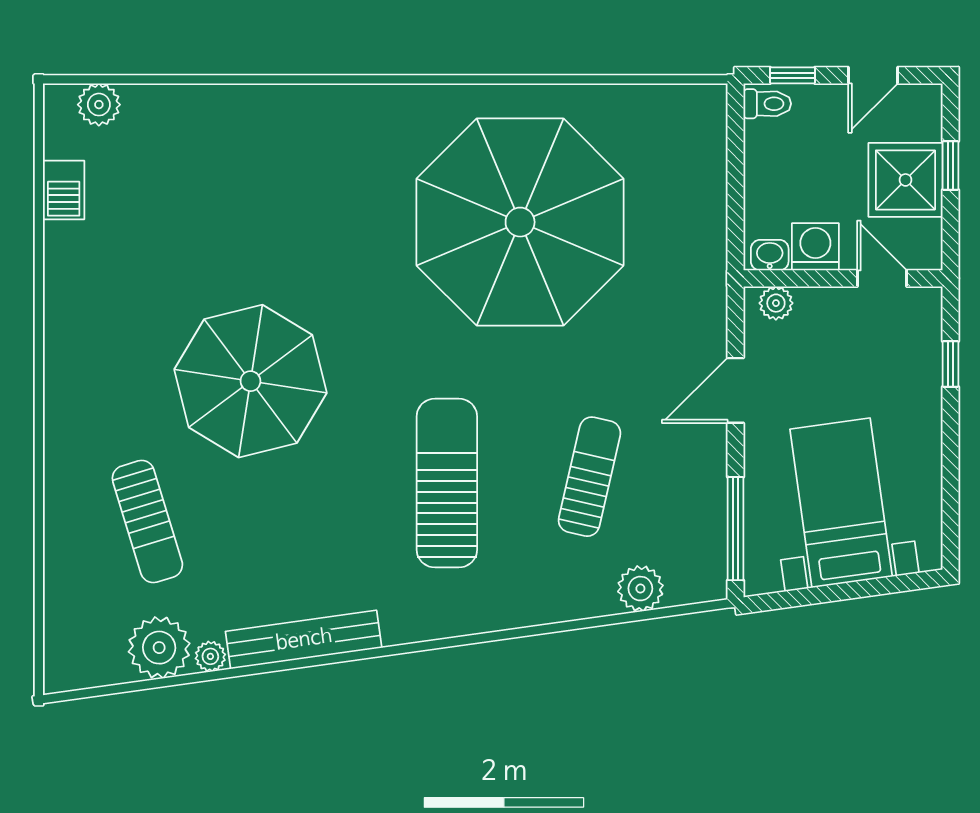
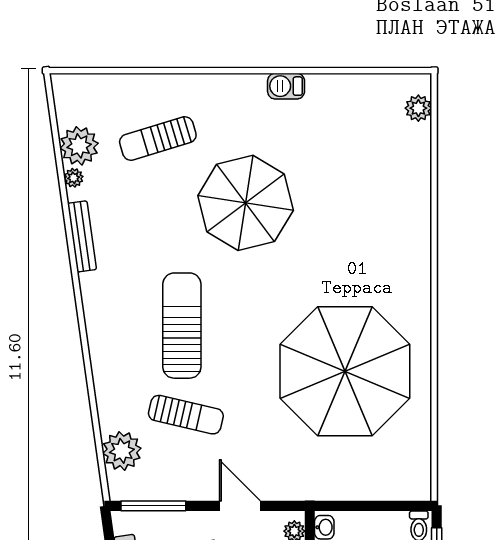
barbecue: (64, 190) -> (286, 86), moved
sun lounger: (447, 483) -> (182, 326), turned -90
plant: (640, 589) -> (122, 451), width x1.36, depth x1.36
bench: (304, 640) -> (82, 236), width x0.73, depth x0.82

